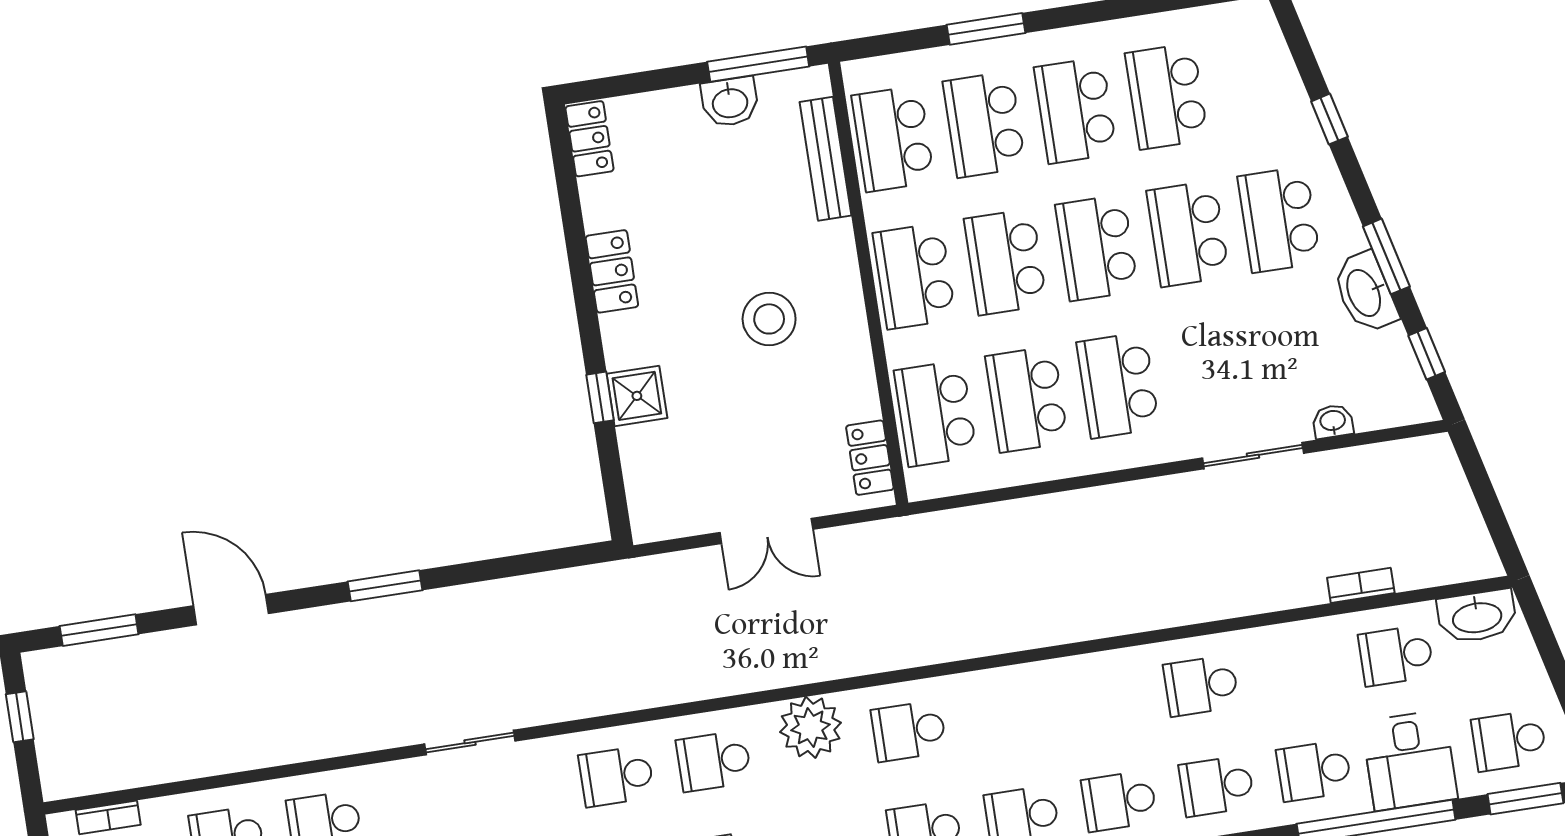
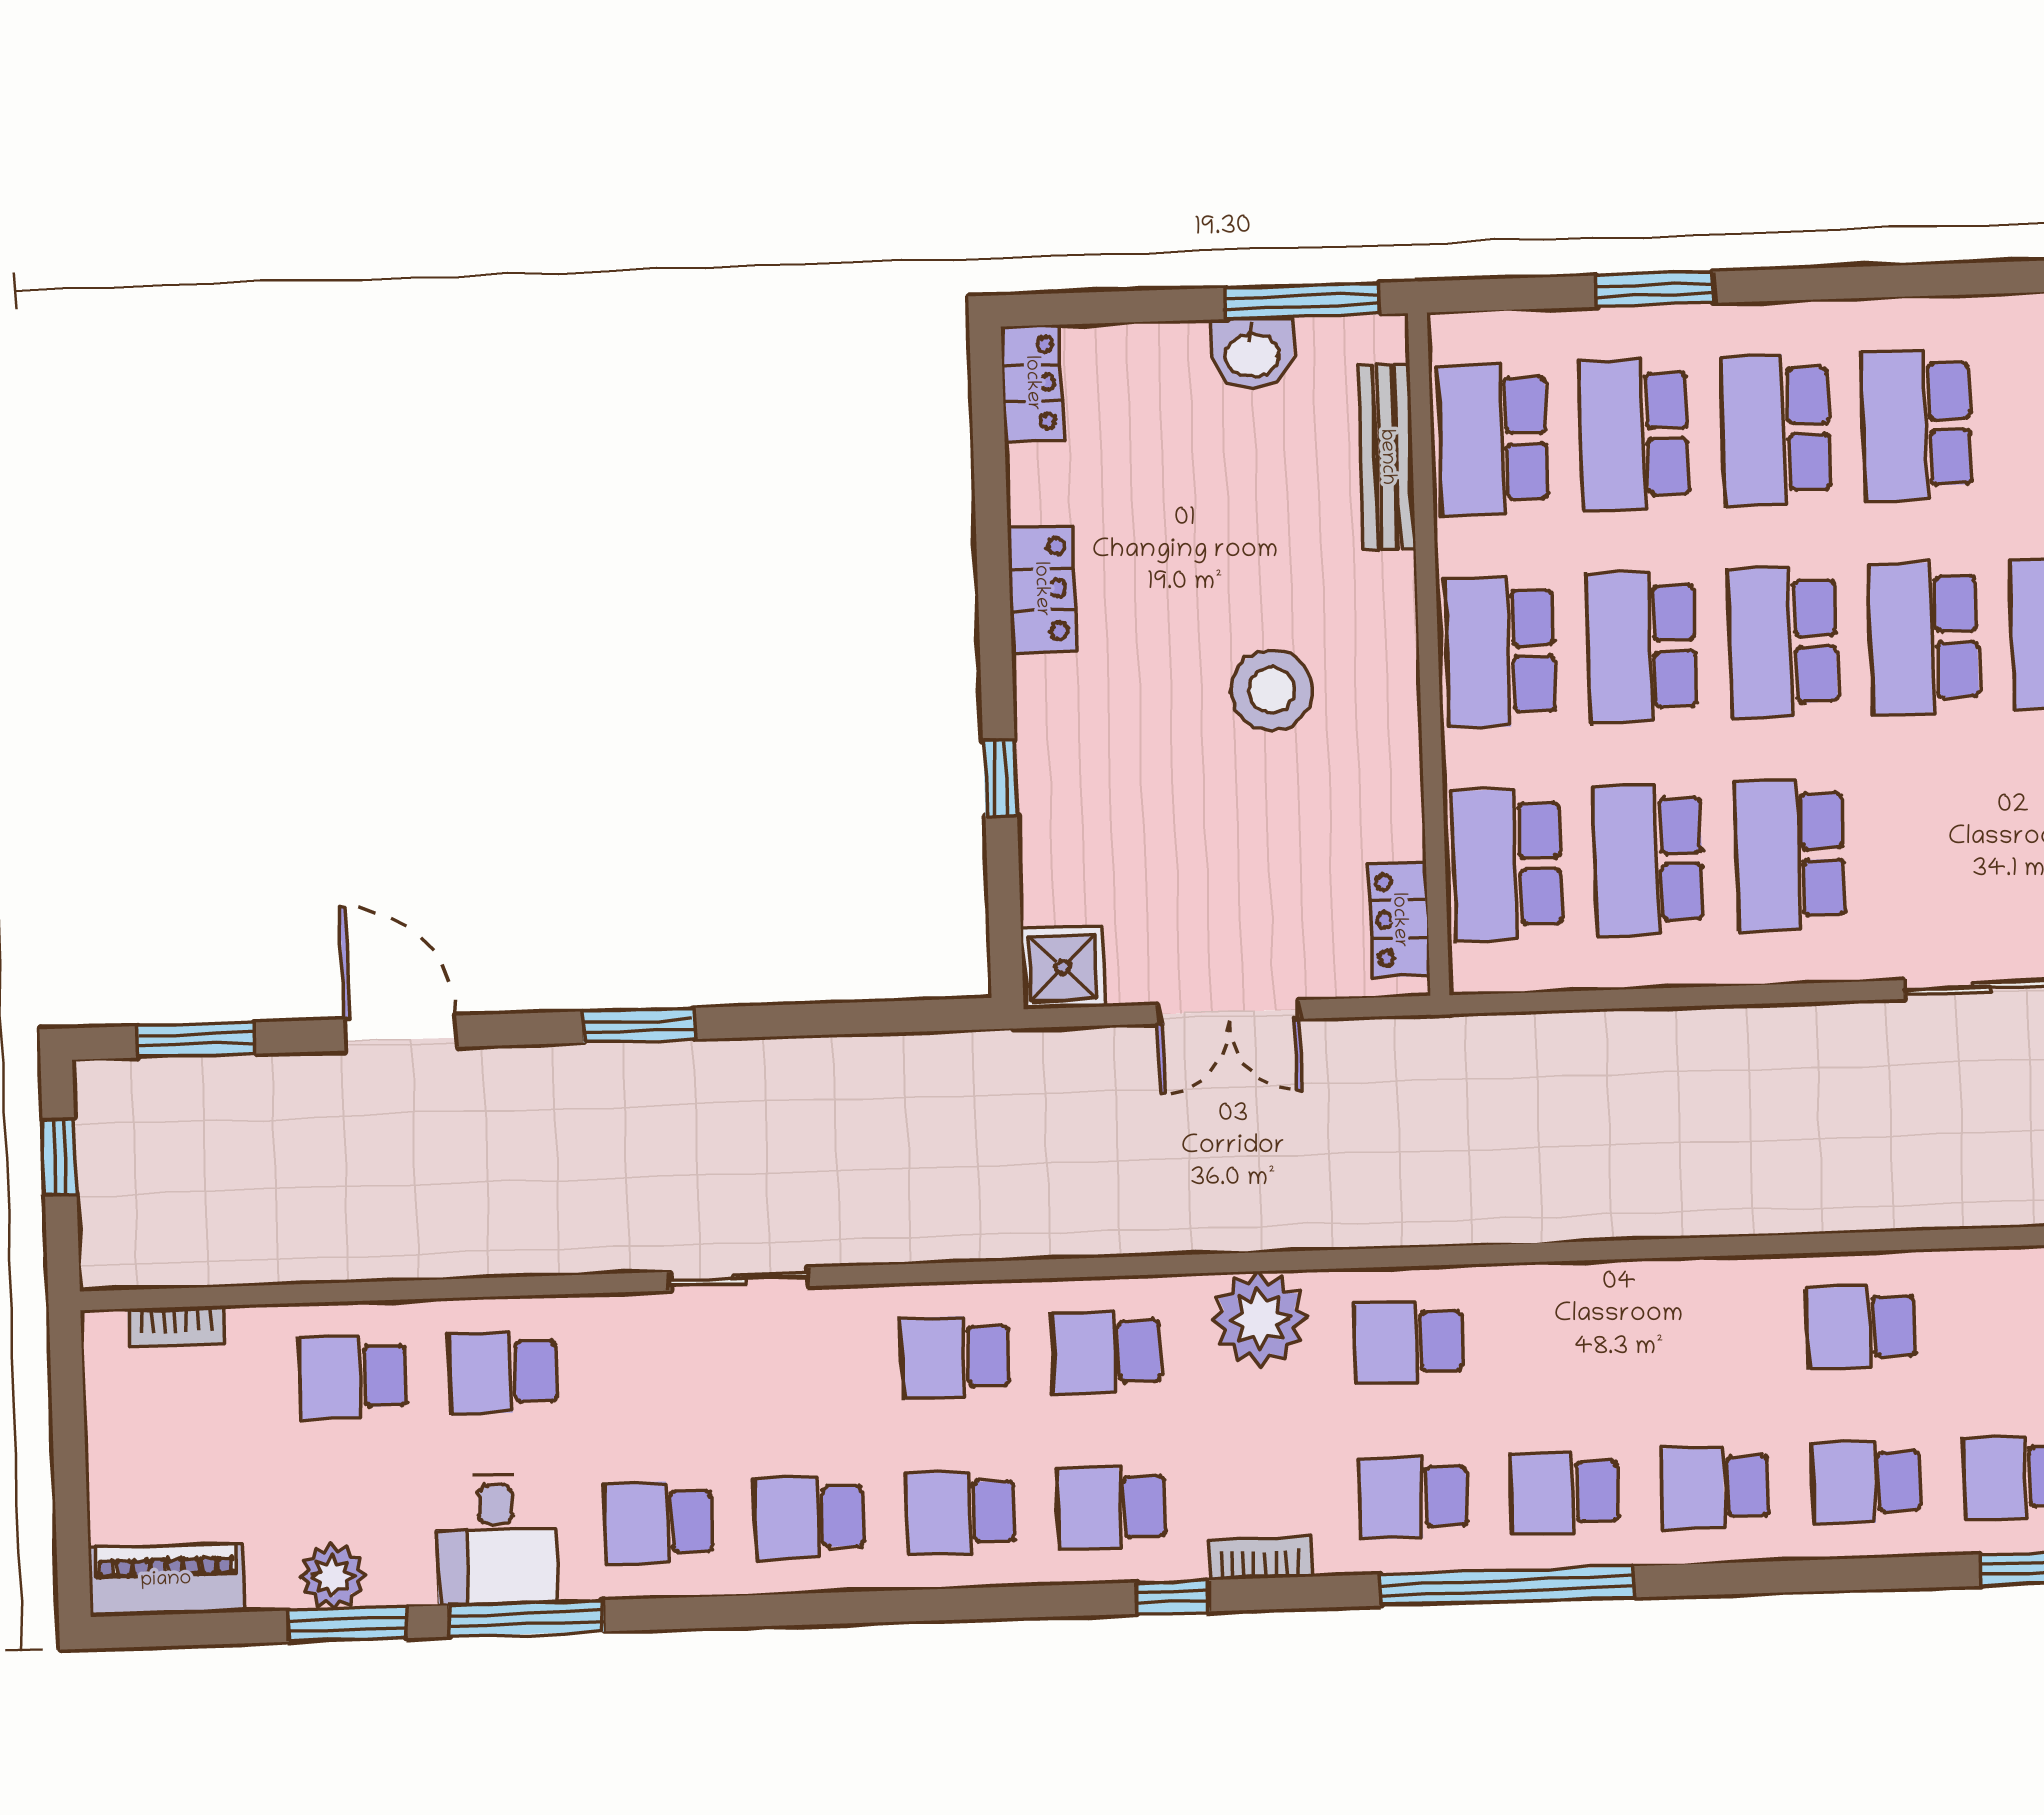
shower: (637, 396) -> (1063, 967), moved

